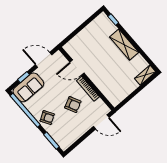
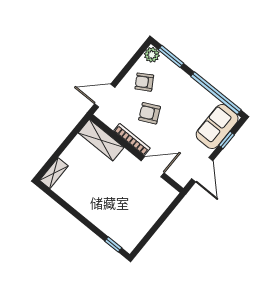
shelving: (124, 45) -> (101, 140), moved
door: (44, 60) -> (202, 170), hinge flipped
armchair: (47, 118) -> (144, 82), moved
plant: (64, 144) -> (152, 55), added

